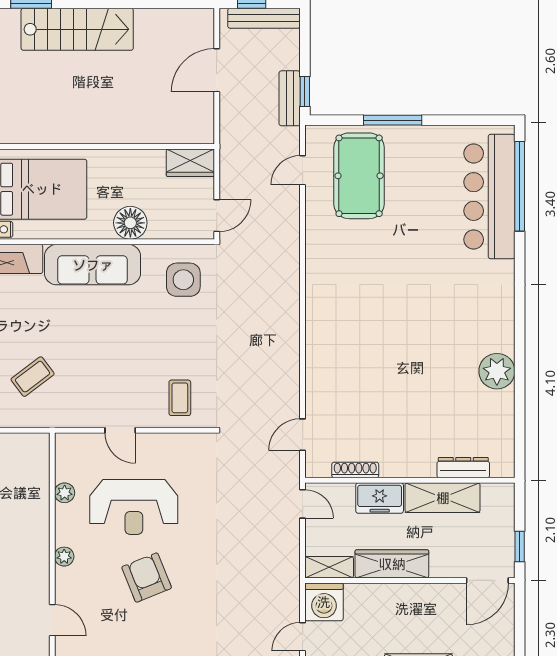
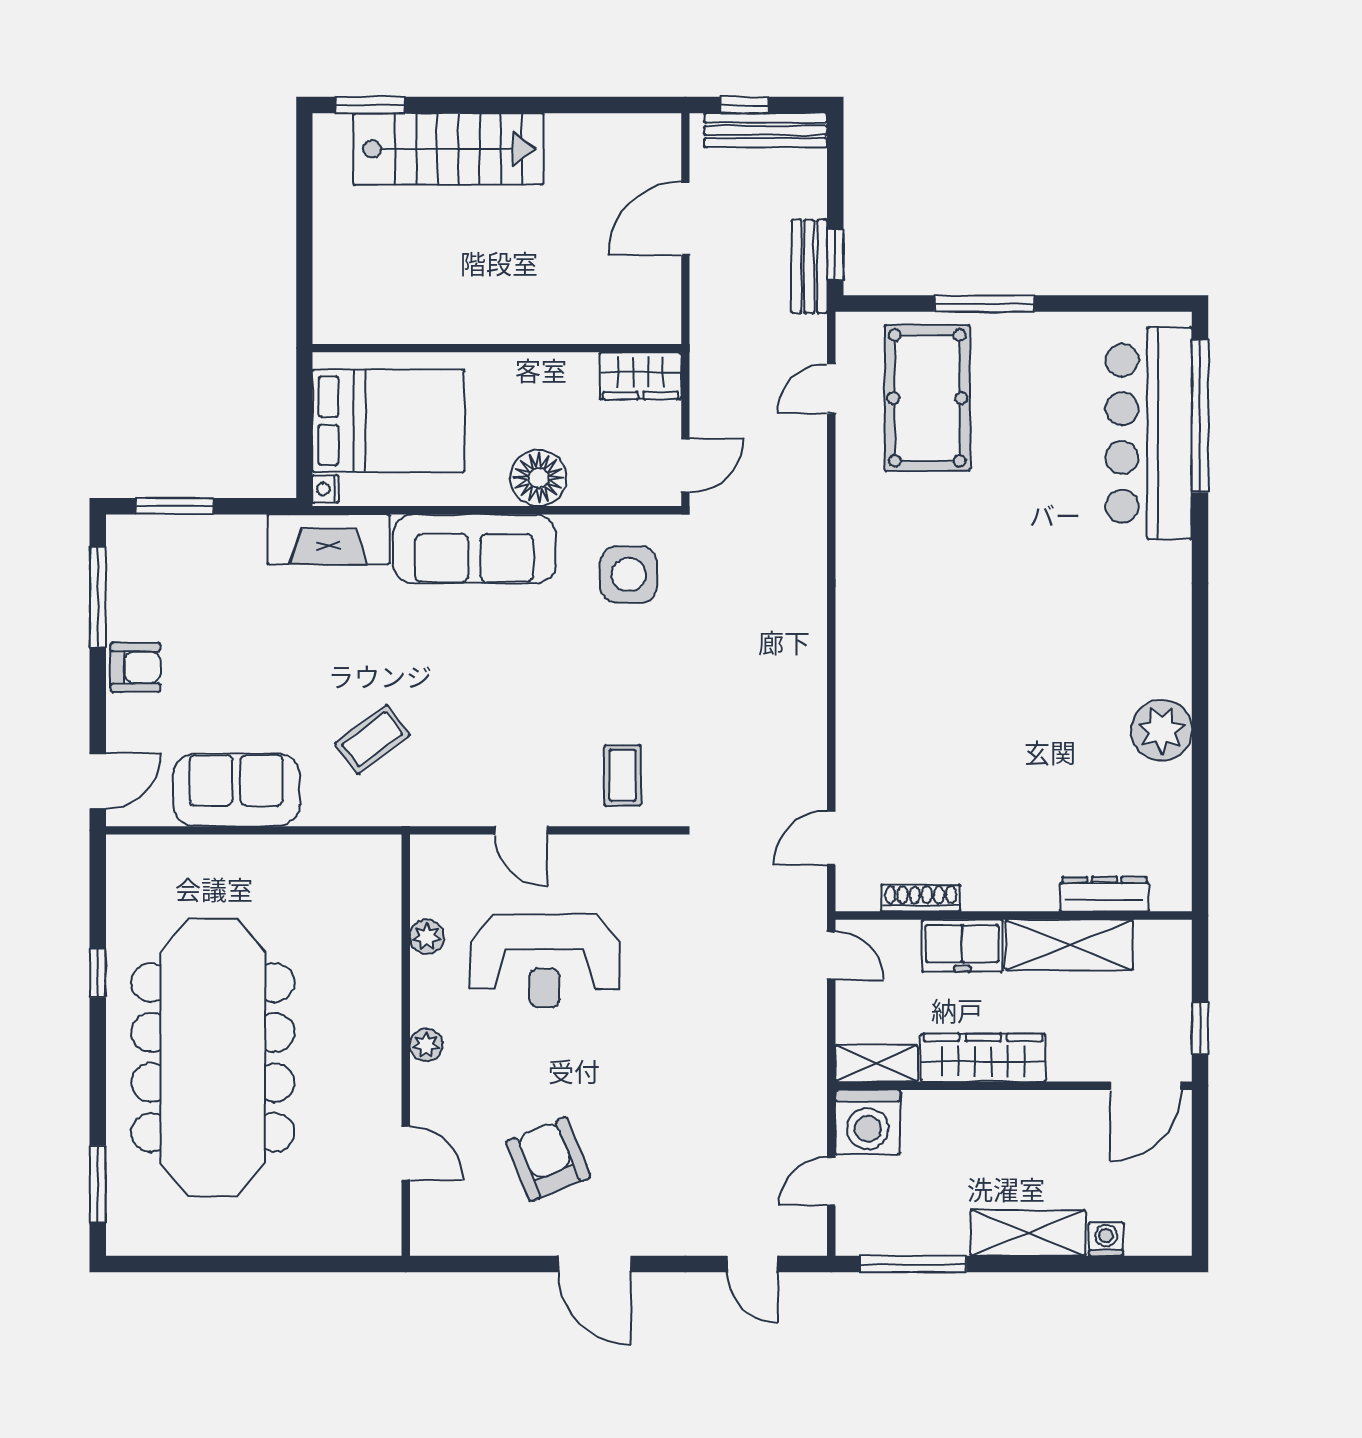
armchair: (147, 578) -> (548, 1159), moved

